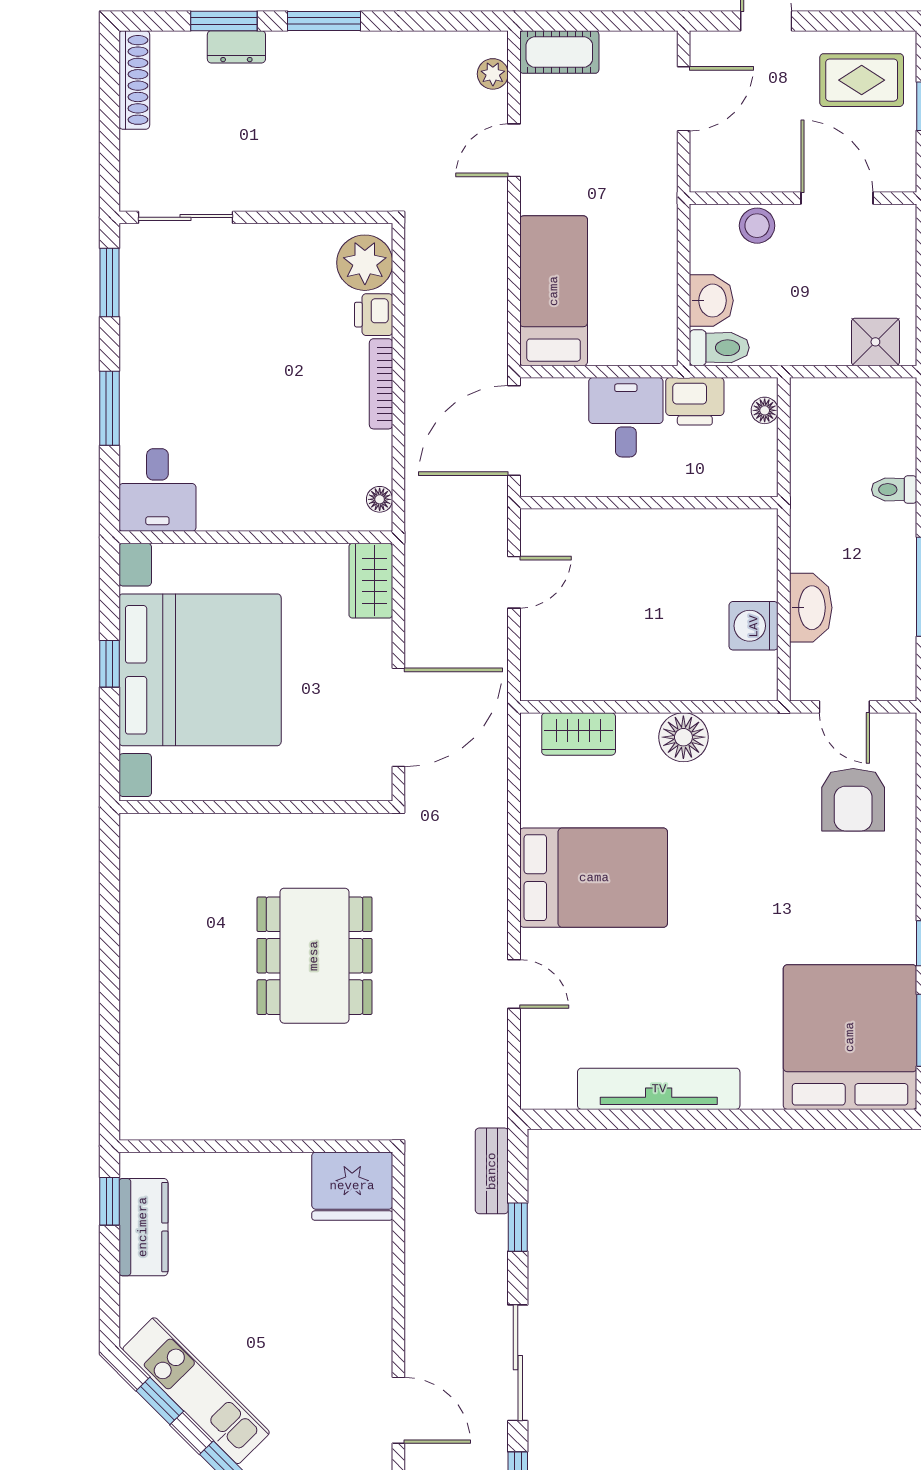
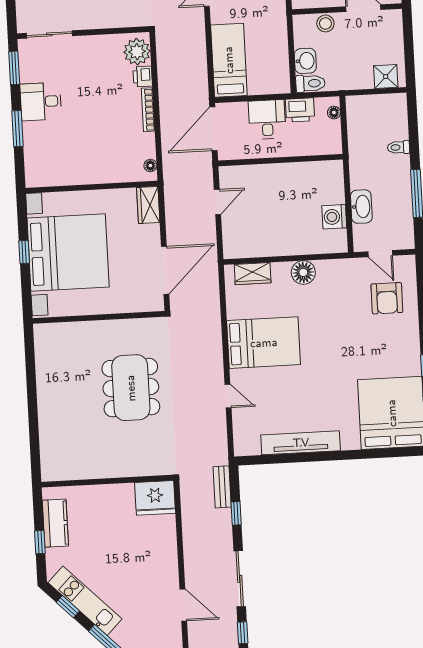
desk: (157, 490) -> (41, 102), moved, turned 90
window: (109, 1201) -> (40, 542), moved

